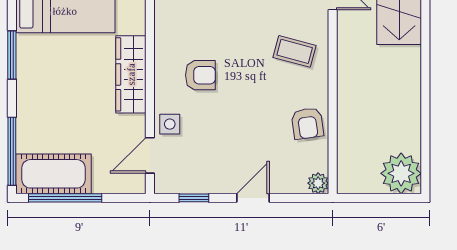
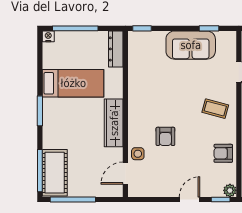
armchair: (200, 75) -> (165, 136), moved, turned 90
armchair: (307, 123) -> (223, 153), turned 98
cot: (54, 174) -> (55, 173), moved, turned 90
window: (194, 198) -> (221, 199), moved

